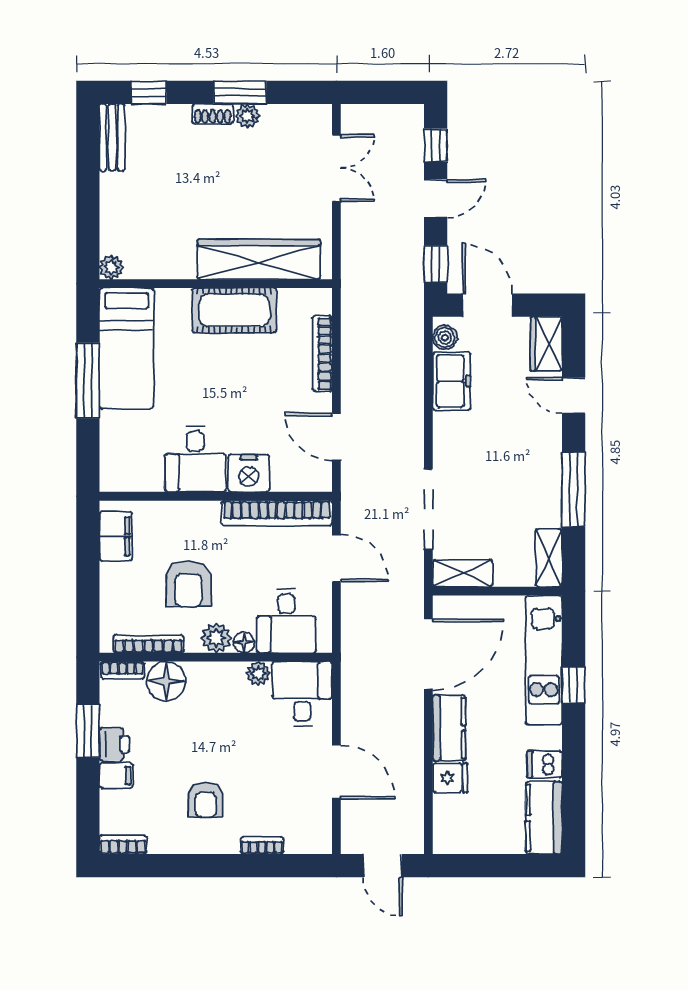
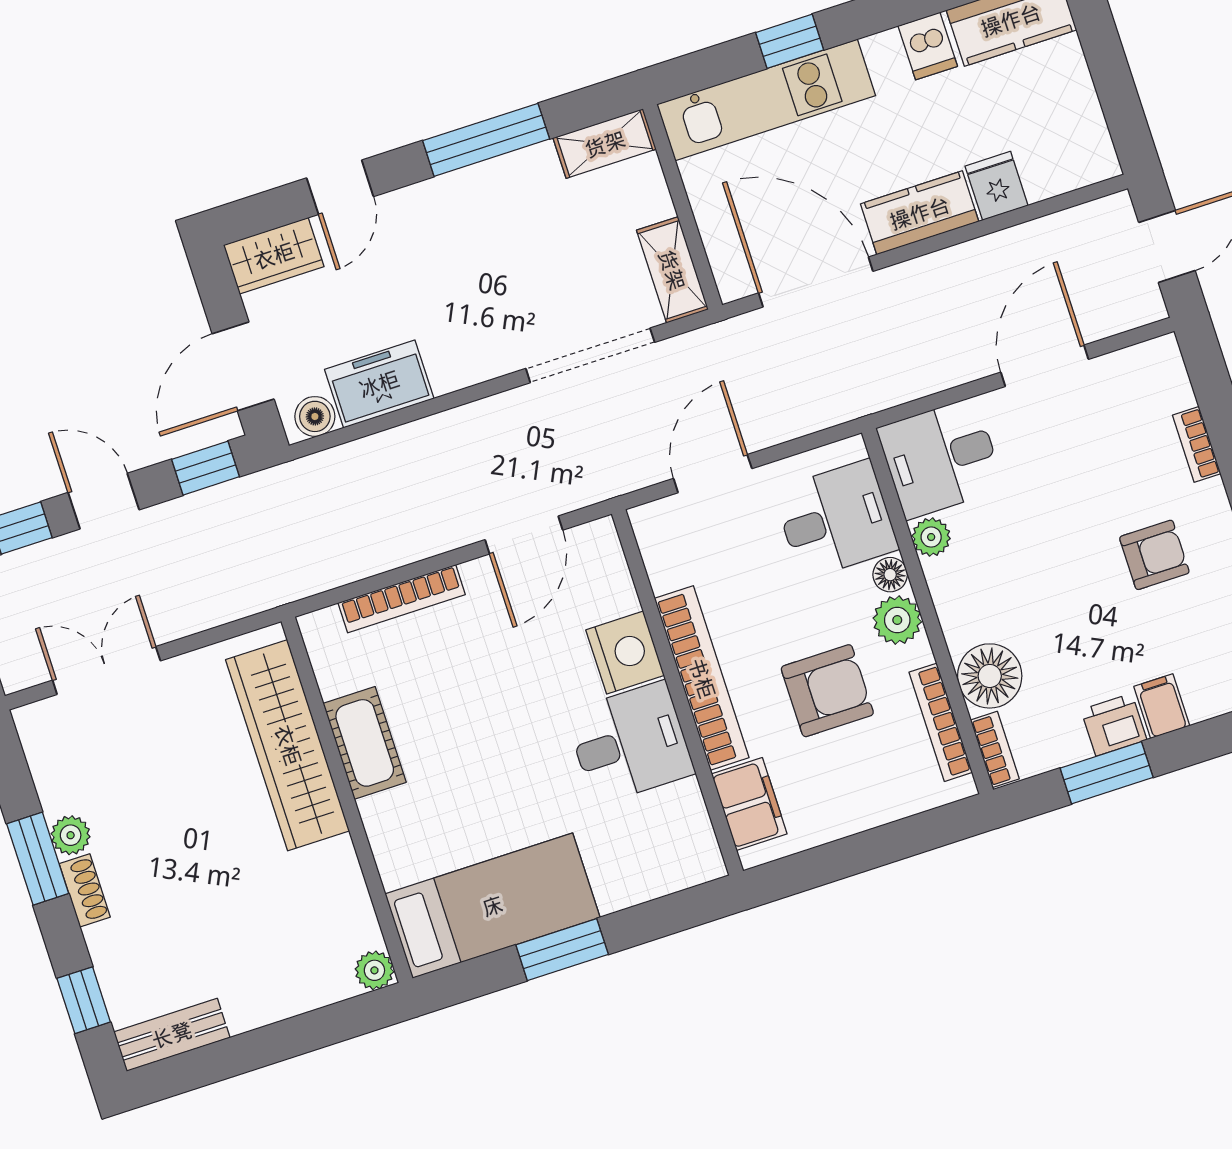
cot: (234, 310) -> (365, 743), width x0.73, depth x0.75
window: (88, 380) -> (562, 950), width x0.69
bookcase: (277, 513) -> (702, 678), moved
filing cabinet: (116, 536) -> (749, 804), moved, turned 90

